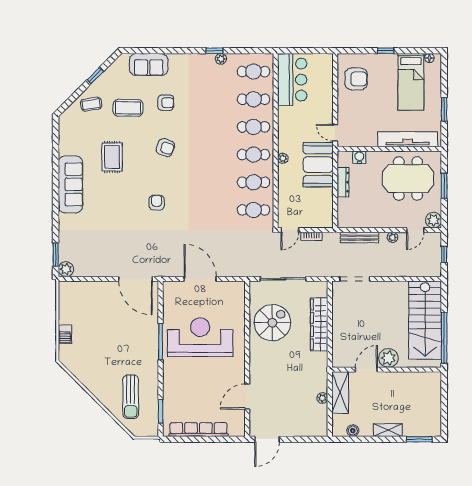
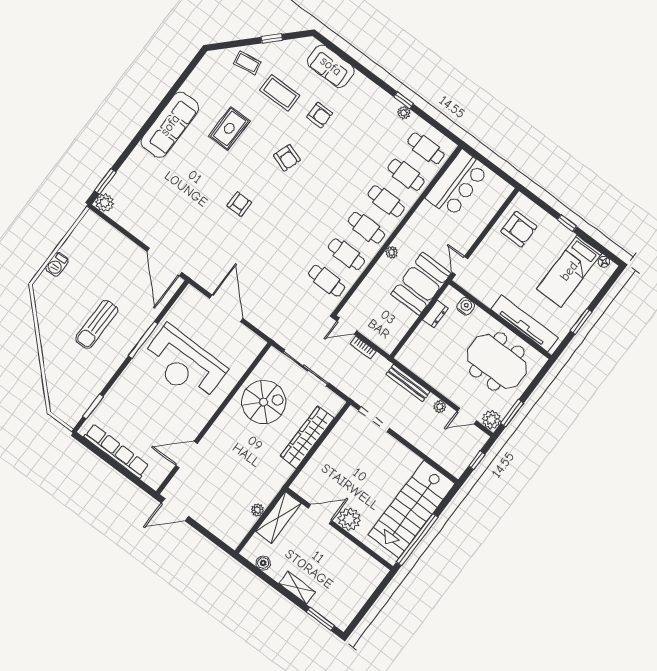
dresser: (343, 182) -> (435, 314), width x0.70
window: (444, 186) -> (512, 413), moved
reception desk: (200, 337) -> (184, 364), turned 180
sun lounger: (131, 397) -> (97, 324), moved

